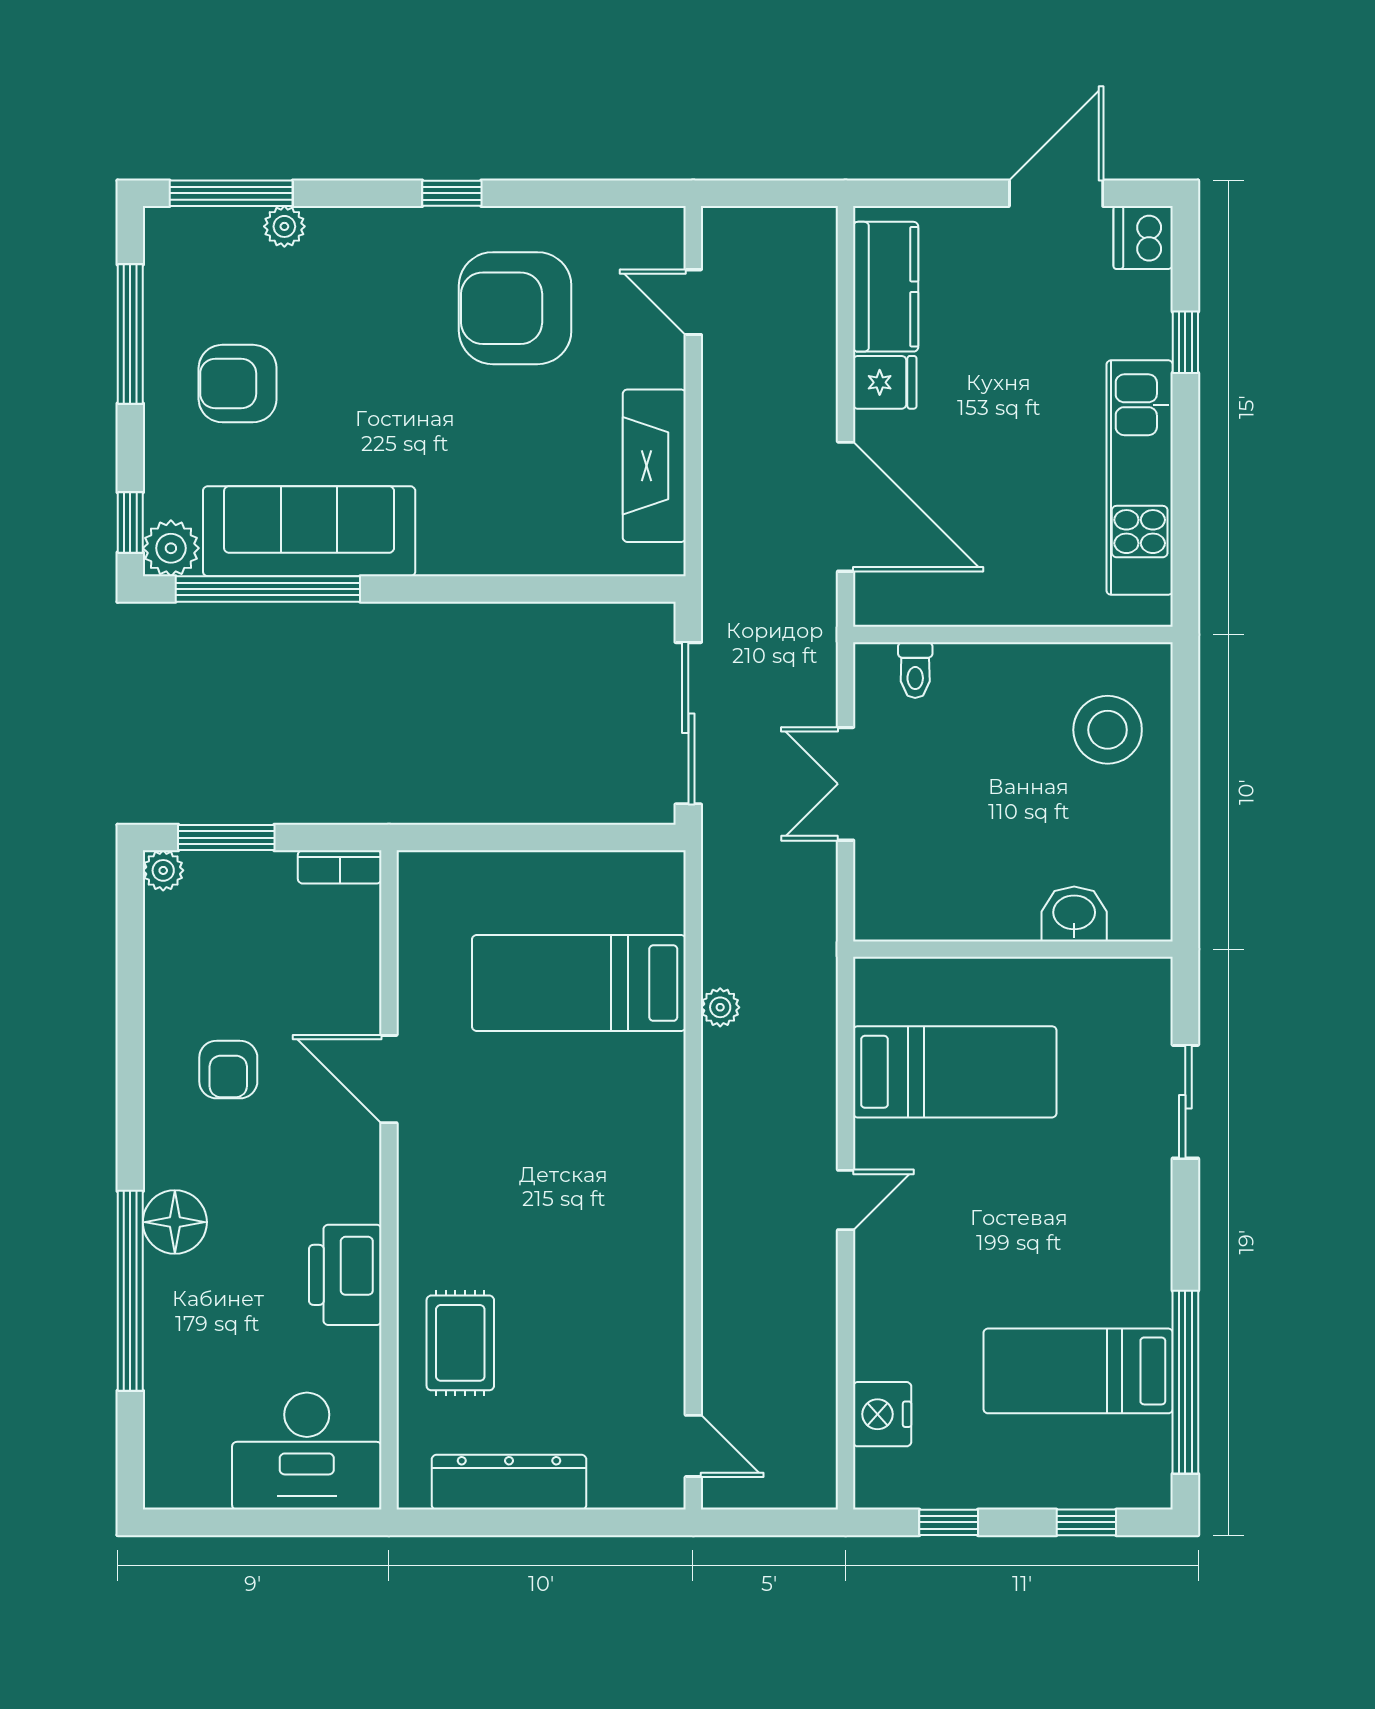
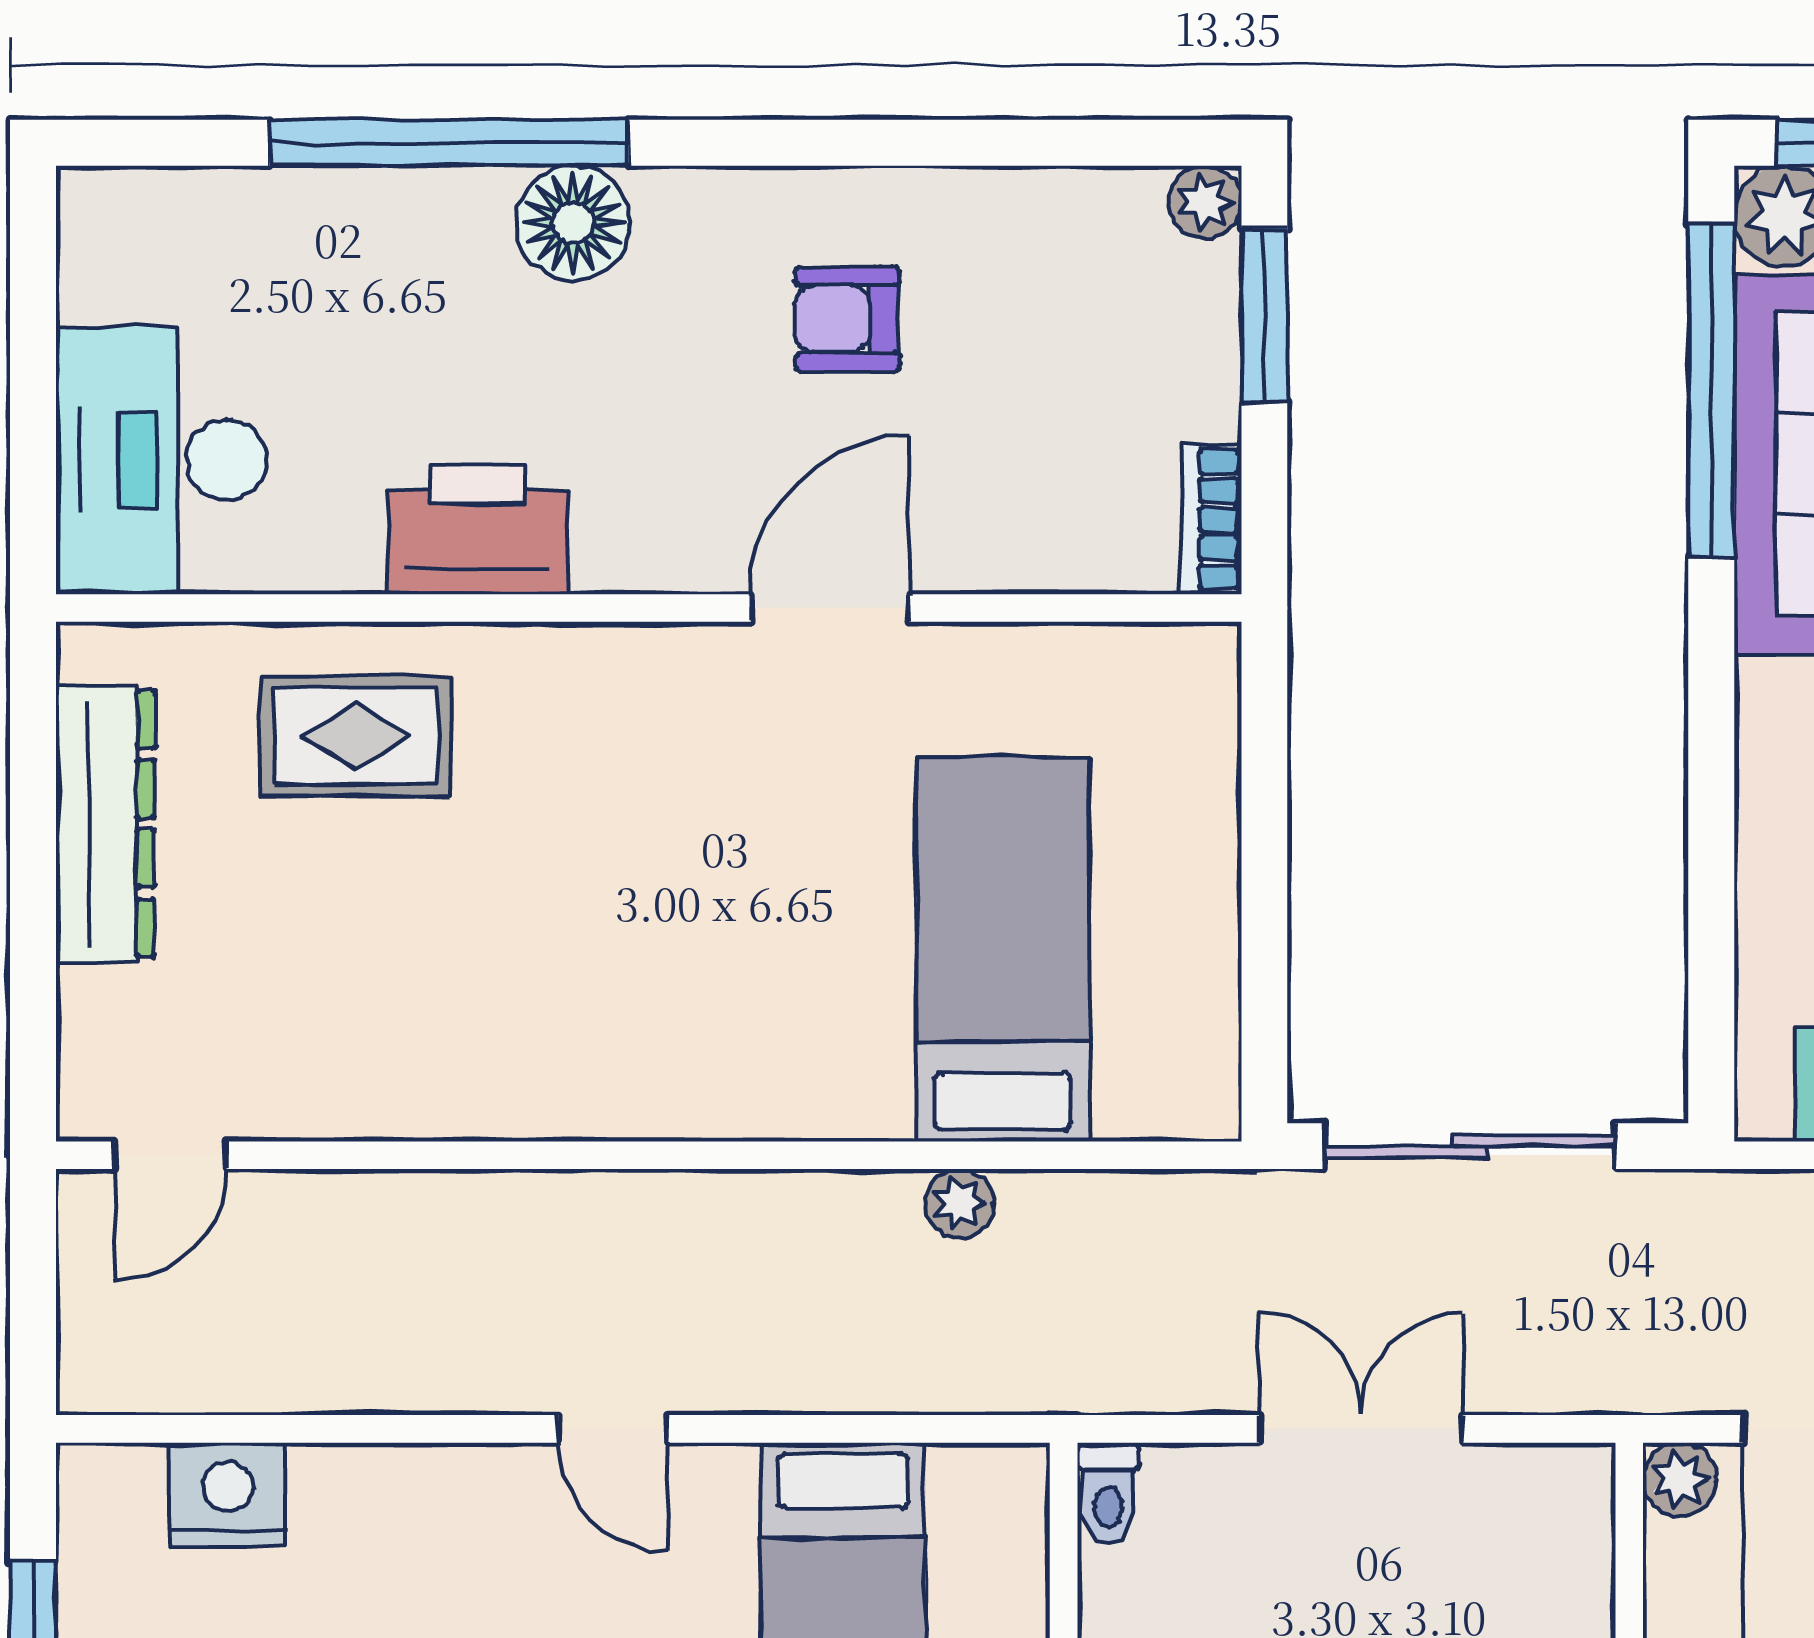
plant: (874, 607) -> (1680, 1479), added
toilet: (915, 670) -> (1108, 1493), moved, turned -90

